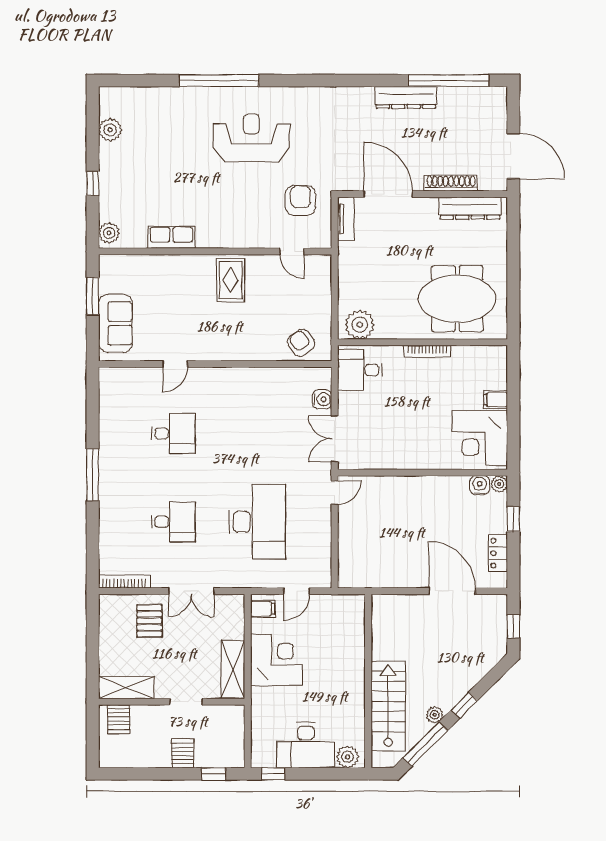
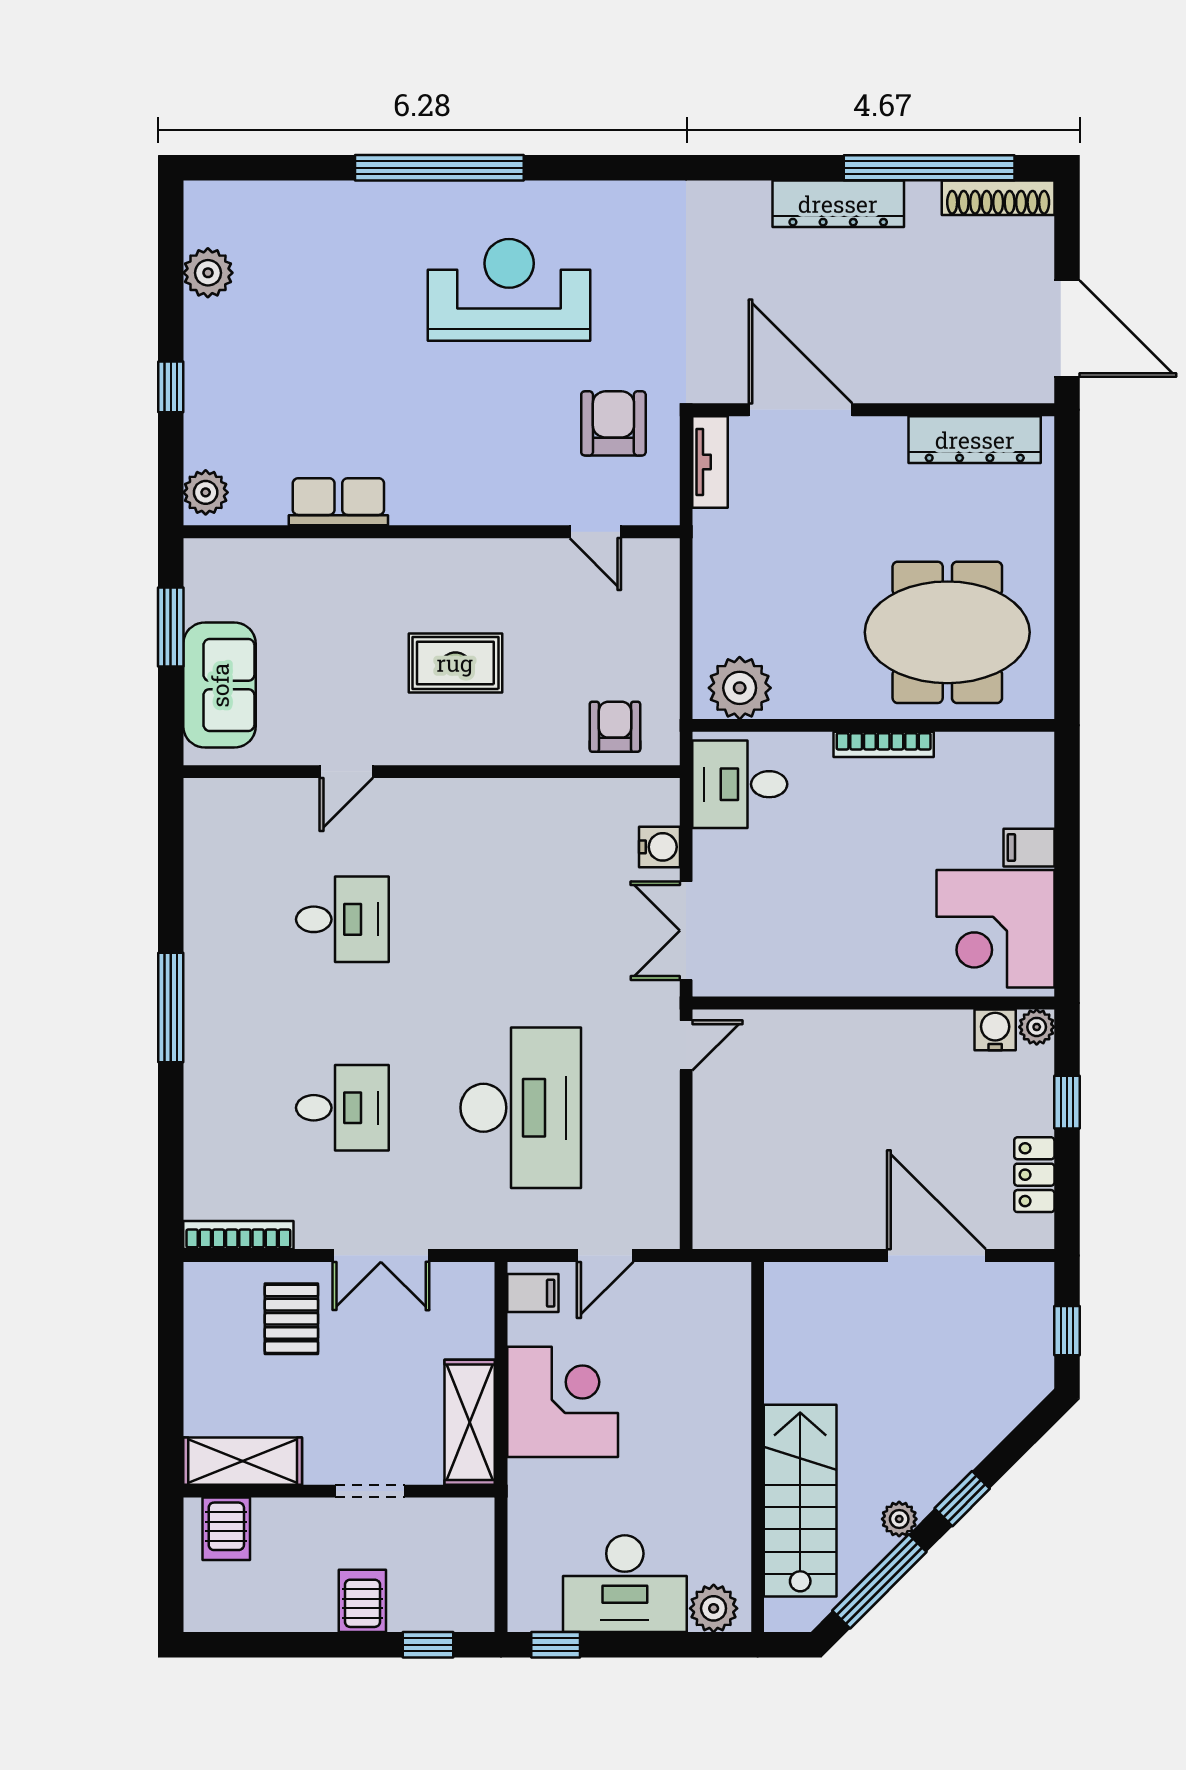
shoe rack: (451, 183) -> (998, 198), moved, turned 180
rug: (231, 280) -> (455, 663), moved, turned 90
armchair: (301, 343) -> (615, 727), turned 37

